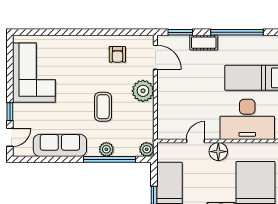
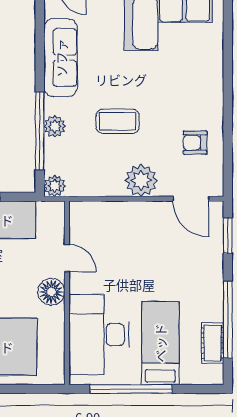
cot: (204, 43) -> (213, 343), moved
door: (155, 57) -> (191, 199), hinge flipped

